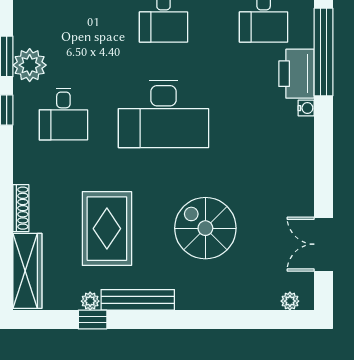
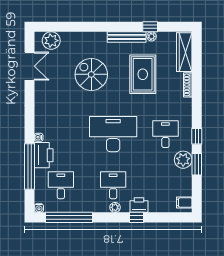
spiral stairs: (205, 228) -> (91, 74), turned 180
plant: (290, 301) -> (51, 41), width x1.88, depth x1.88

